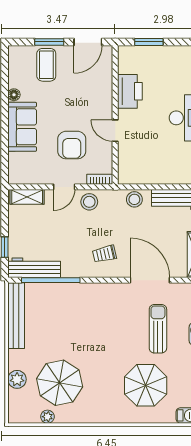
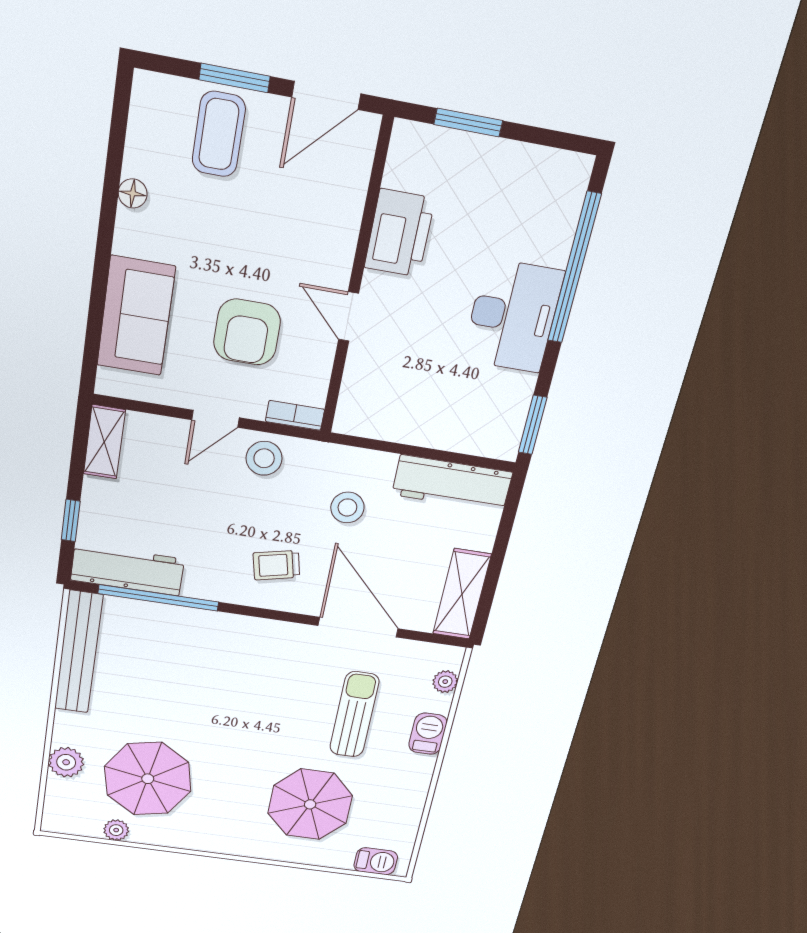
sofa: (22, 127) -> (136, 316), moved
shelving: (27, 197) -> (104, 442), moved, turned 90
stool: (134, 199) -> (347, 507), moved

